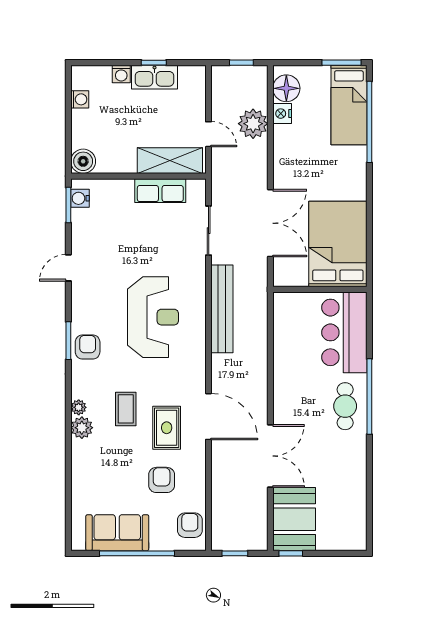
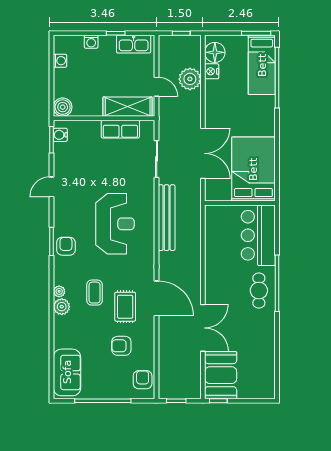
kitchen sink: (155, 77) -> (134, 44), moved
armchair: (162, 480) -> (121, 346), turned -90
sofa: (117, 533) -> (67, 372), moved, turned 90

